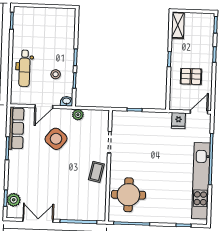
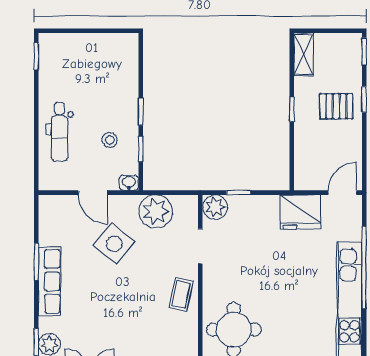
pallet: (191, 76) -> (336, 106), moved
door: (44, 107) -> (93, 193), hinge flipped
plant: (78, 115) -> (156, 211), width x1.87, depth x1.87
plant: (120, 118) -> (215, 207), added
fridge: (178, 121) -> (300, 212), width x1.88, depth x1.34
row of seats: (16, 128) -> (50, 281), moved

